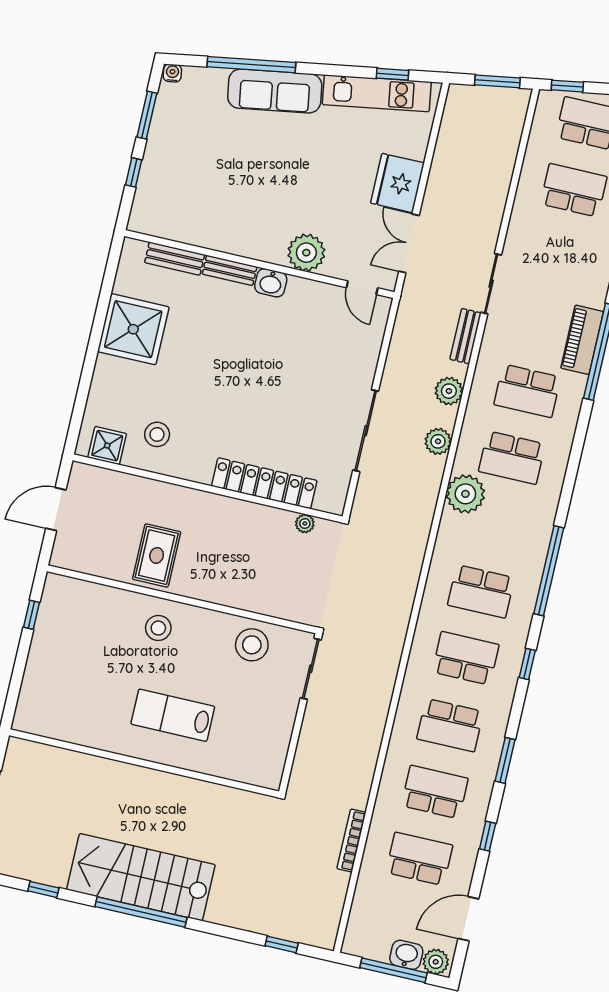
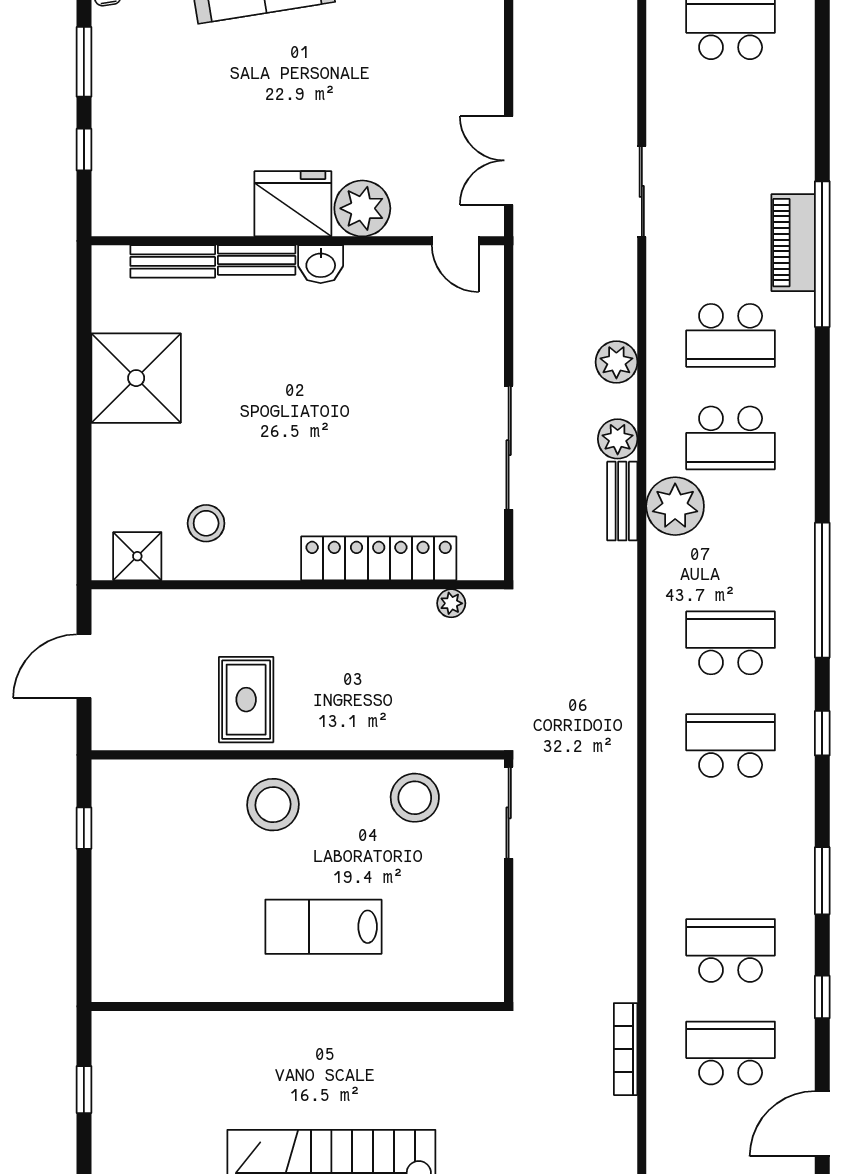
fridge: (397, 183) -> (293, 204), moved, turned 90
bench: (466, 336) -> (622, 501), moved
school desk: (481, 591) -> (731, 643), turned 180
stool: (158, 628) -> (273, 805), width x1.38, depth x1.38
school desk: (450, 725) -> (731, 848), removed

